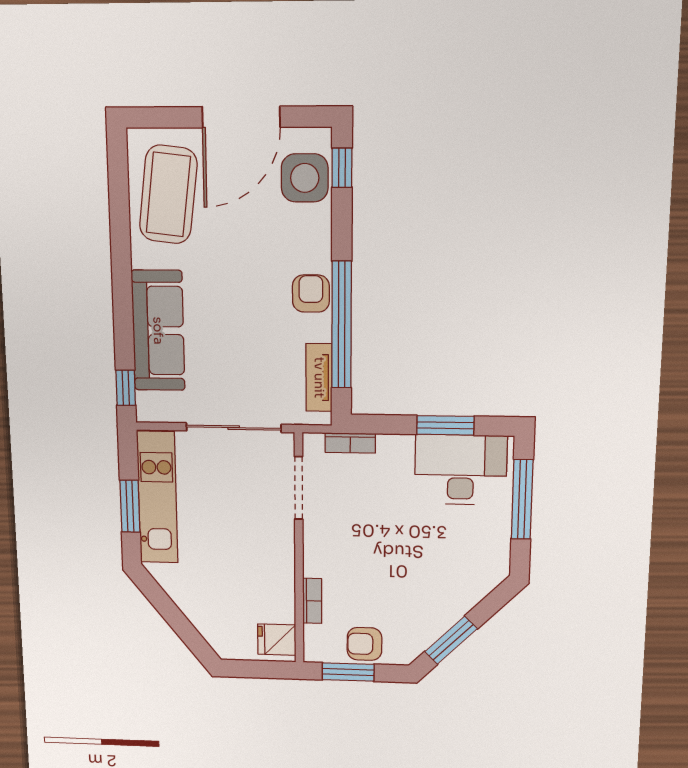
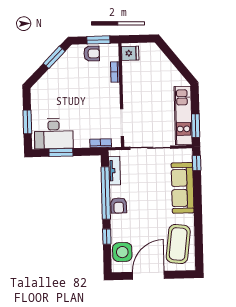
window: (342, 168) -> (107, 237), moved
window: (522, 499) -> (27, 122), width x0.69
window: (130, 506) -> (196, 126), moved

